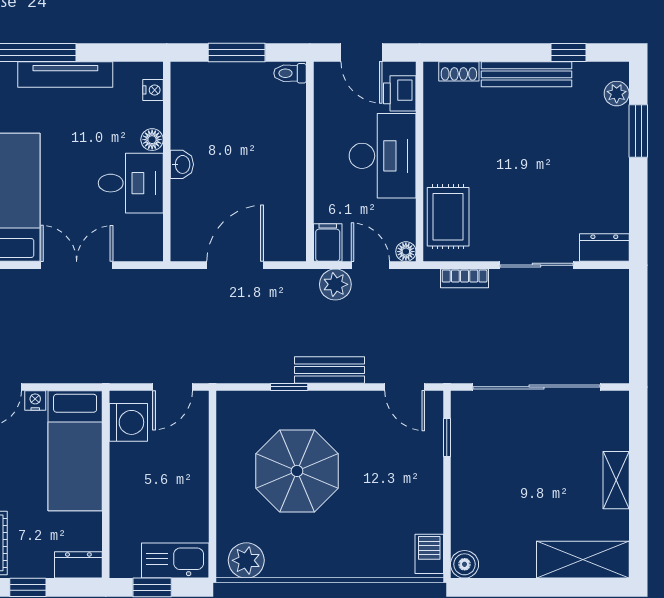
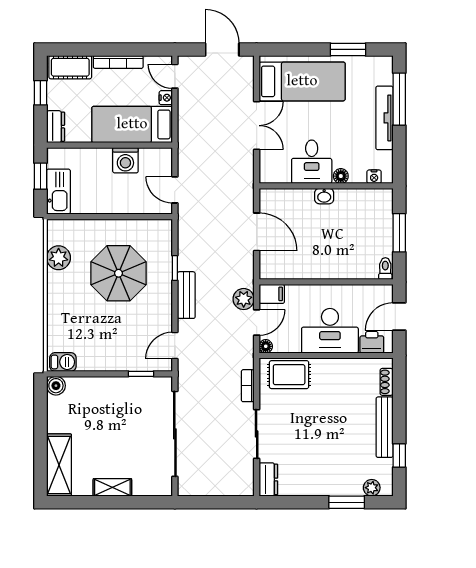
washing machine: (128, 422) -> (125, 160), moved
plant: (246, 560) -> (59, 258), moved

